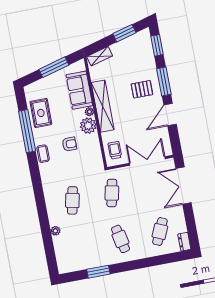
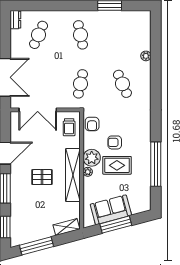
window: (124, 33) -> (37, 246), width x1.44
pallet: (142, 89) -> (42, 177), moved
sofa: (79, 90) -> (111, 210), moved, turned -105
rug: (41, 113) -> (117, 165), moved, turned 90
coffee table: (43, 154) -> (144, 138), removed
armchair: (94, 157) -> (92, 124), added
cafe table: (72, 200) -> (122, 84), turned -36

